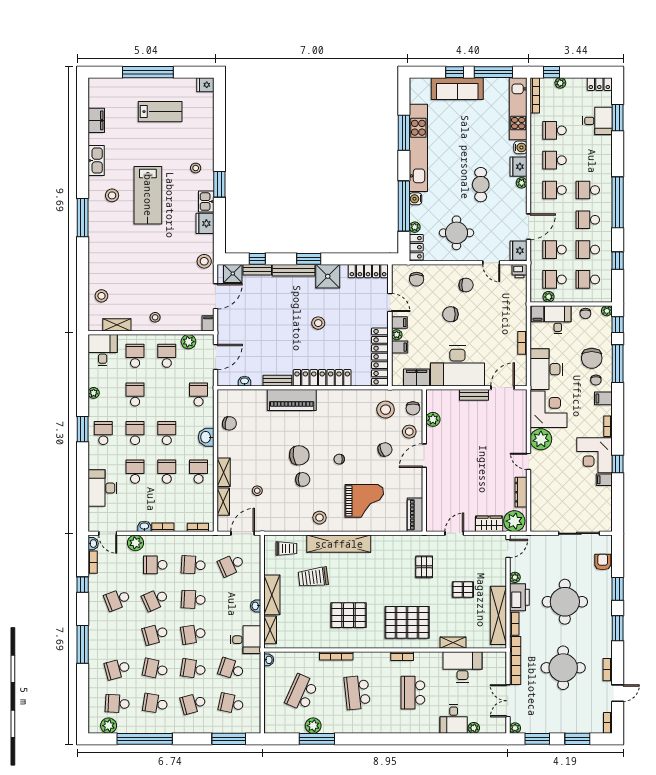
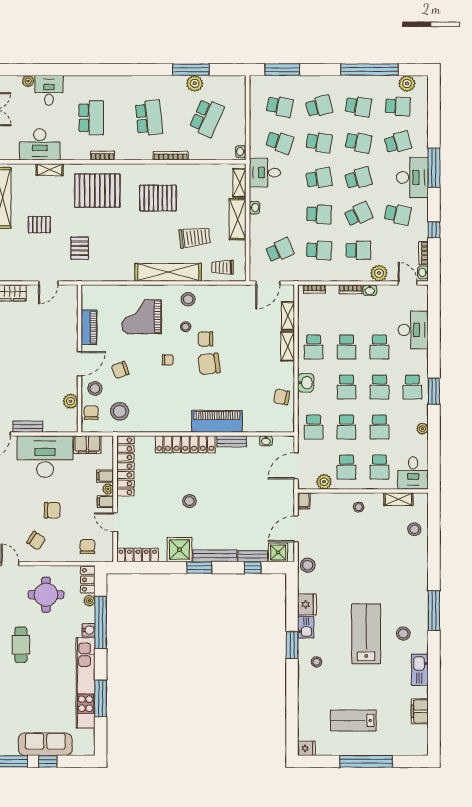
chair: (466, 285) -> (36, 541), turned -146
school desk: (167, 394) -> (346, 427), added
stool: (257, 491) -> (186, 327), moved
piano: (415, 515) -> (89, 327), moved
school desk: (117, 600) -> (398, 214), turned 33
desk: (103, 635) -> (412, 177), added

